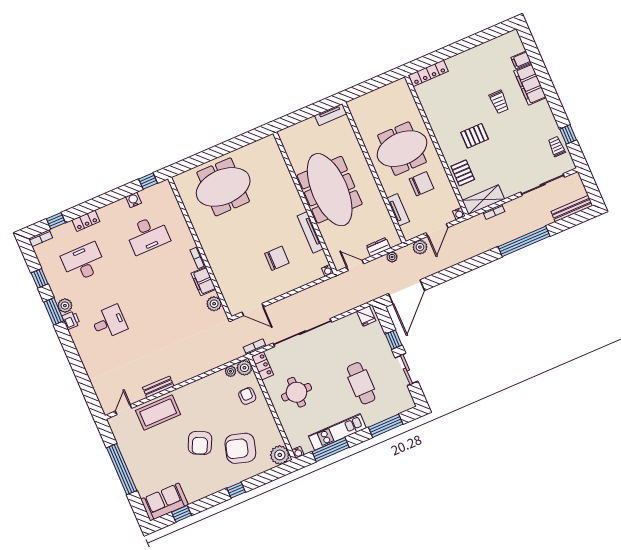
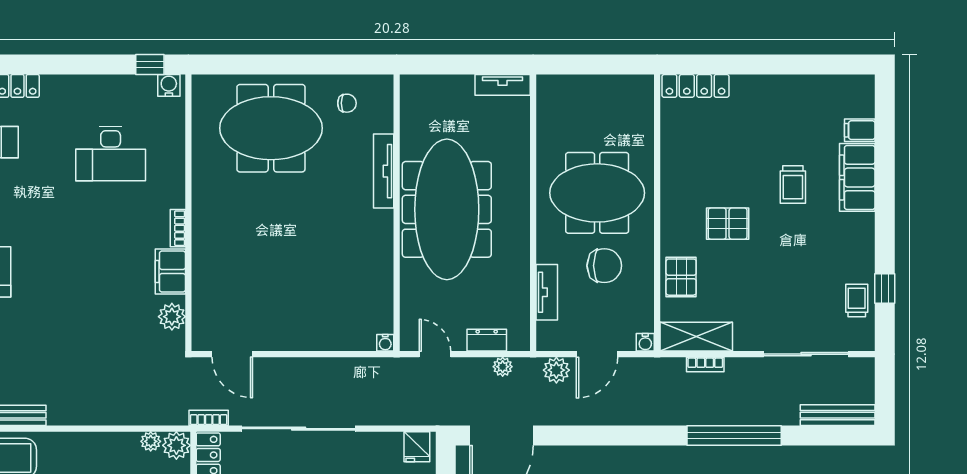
water cooler: (134, 200) -> (169, 85), moved
tv unit: (310, 232) -> (384, 171), moved
chair: (277, 258) -> (347, 103), moved, width x0.54, depth x0.54

